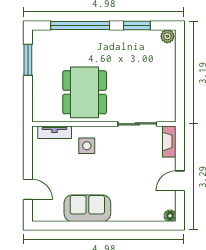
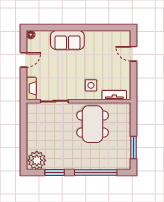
plant: (167, 36) -> (37, 160), width x1.87, depth x1.87
sofa: (87, 208) -> (67, 40), moved

